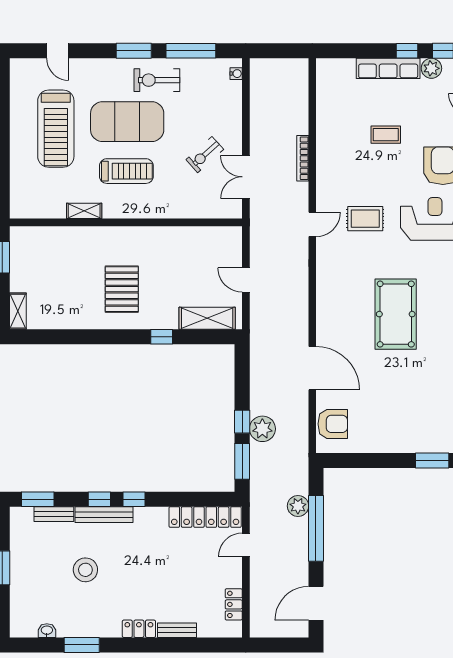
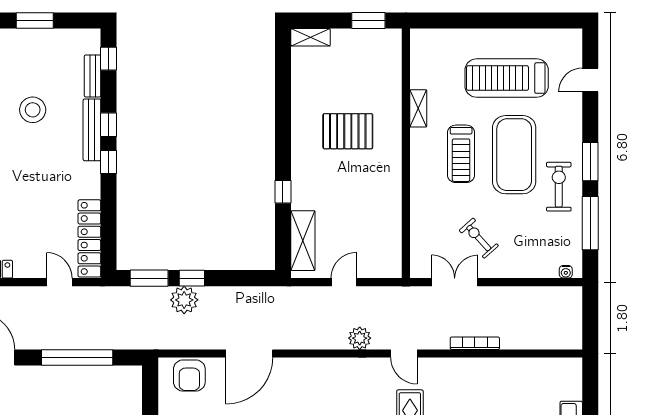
pallet: (122, 289) -> (348, 131), moved
window: (38, 499) -> (109, 59), width x0.67
plant: (298, 506) -> (360, 338), moved

